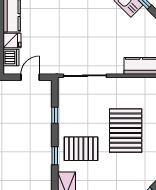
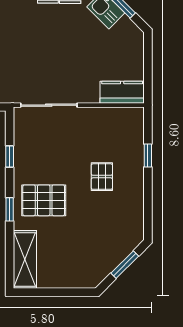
pallet: (126, 131) -> (102, 177), width x0.49, depth x0.50

